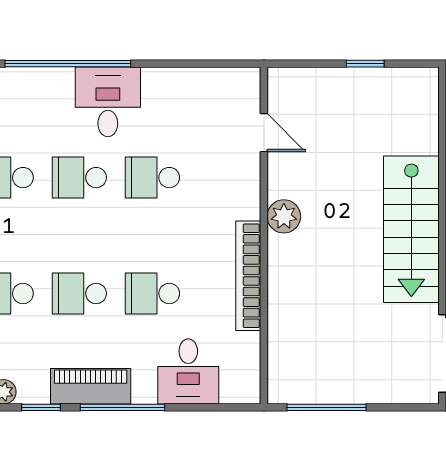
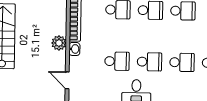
washbasin: (249, 203) -> (74, 49), added

